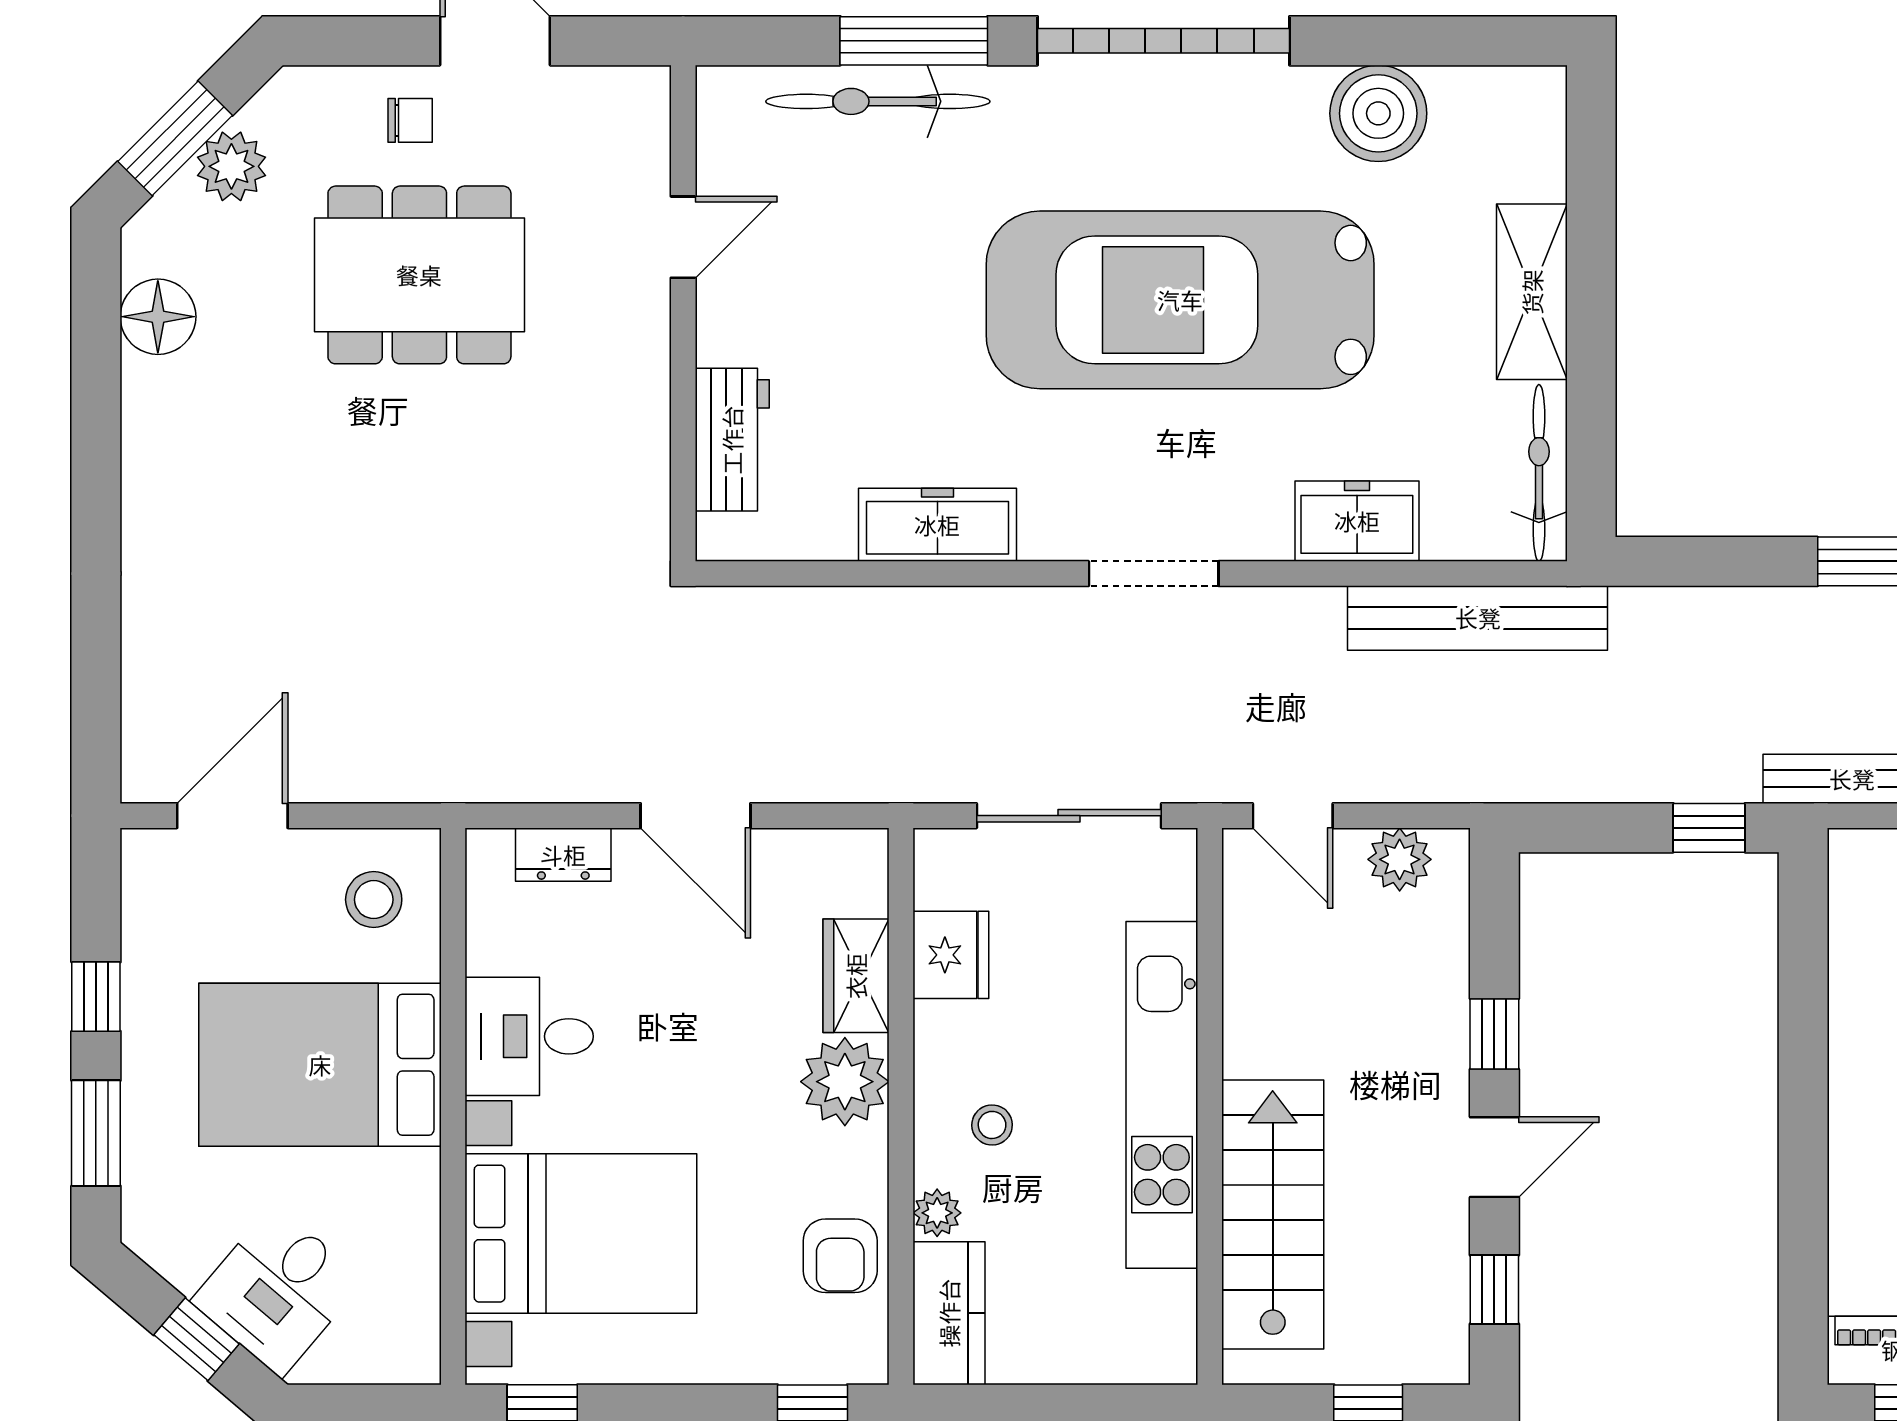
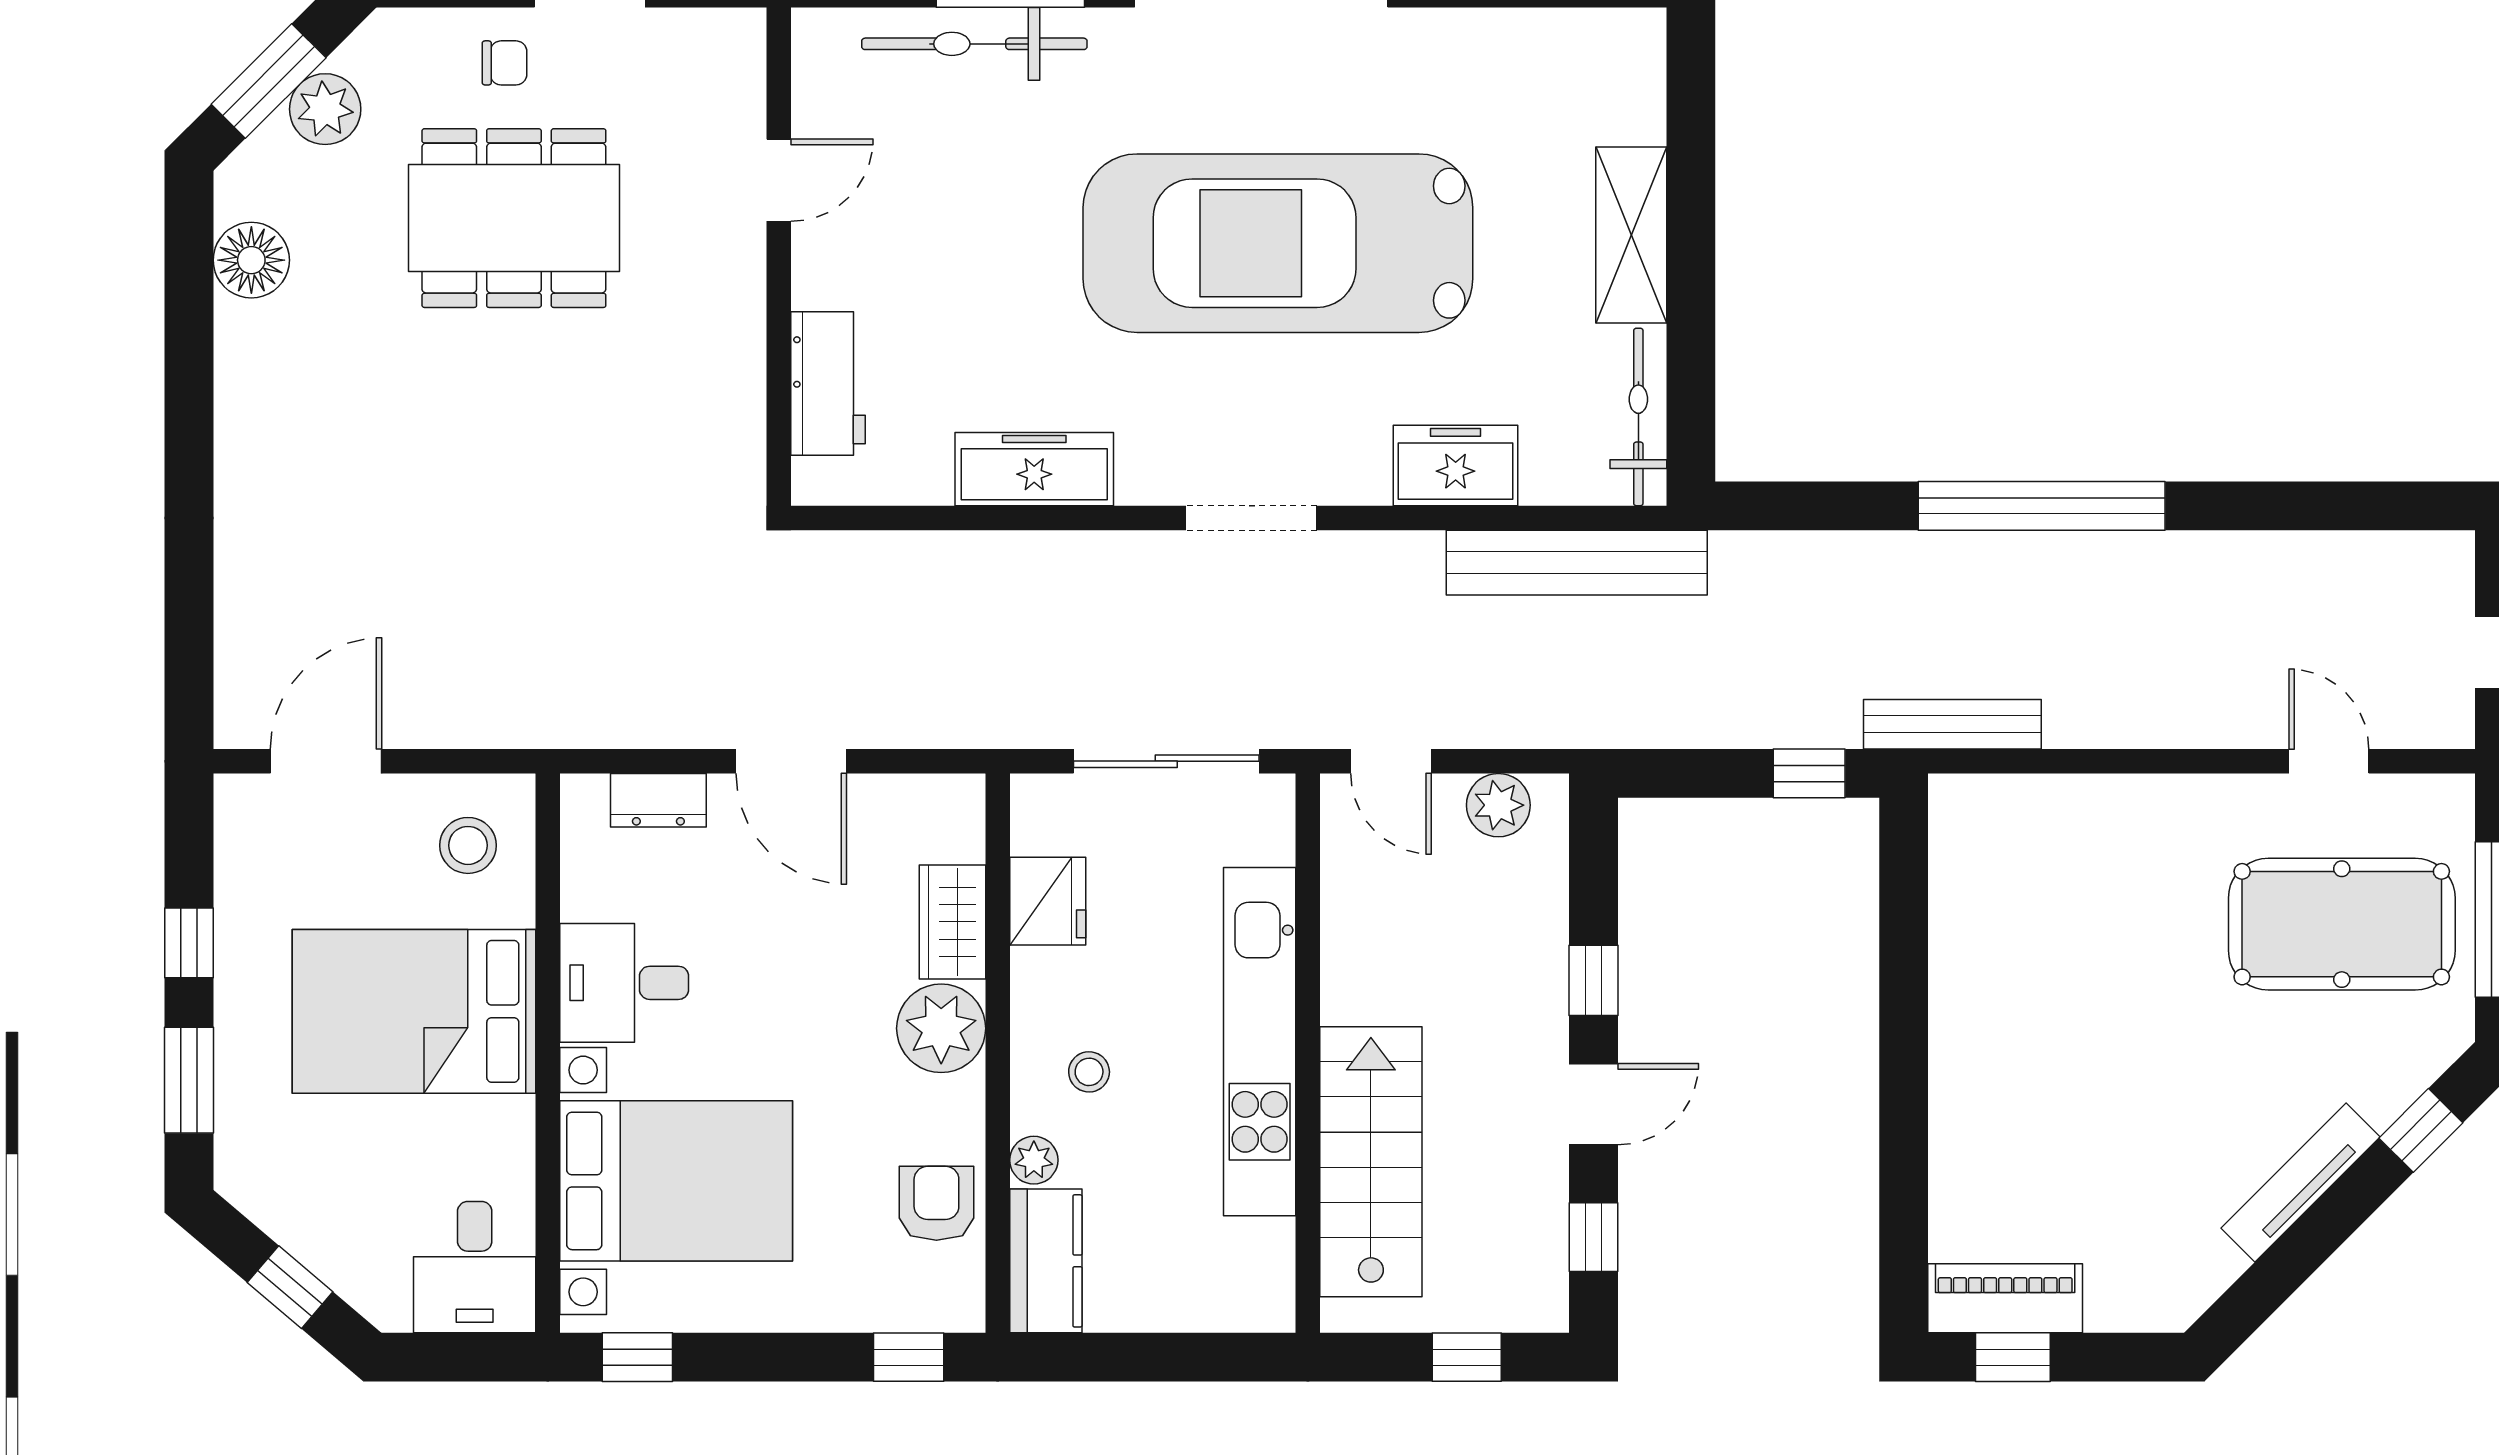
boiler: (1378, 113) -> (1477, 56), removed
armchair: (840, 1256) -> (936, 1203), turned 180
desk: (278, 1291) -> (475, 1267), moved, turned -40

